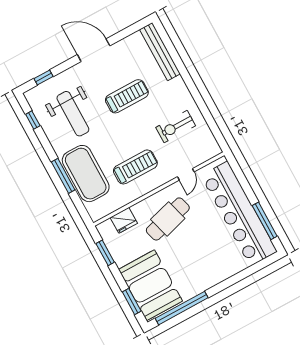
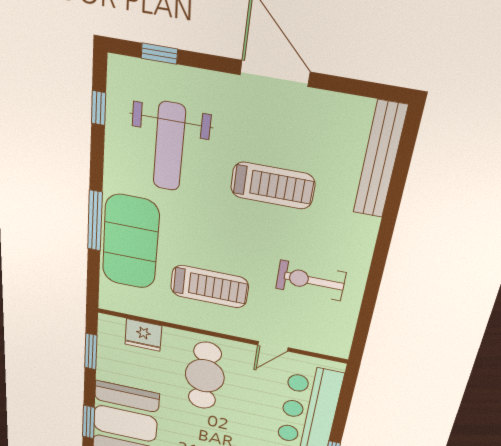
cafe table: (168, 219) -> (205, 376), turned -74

